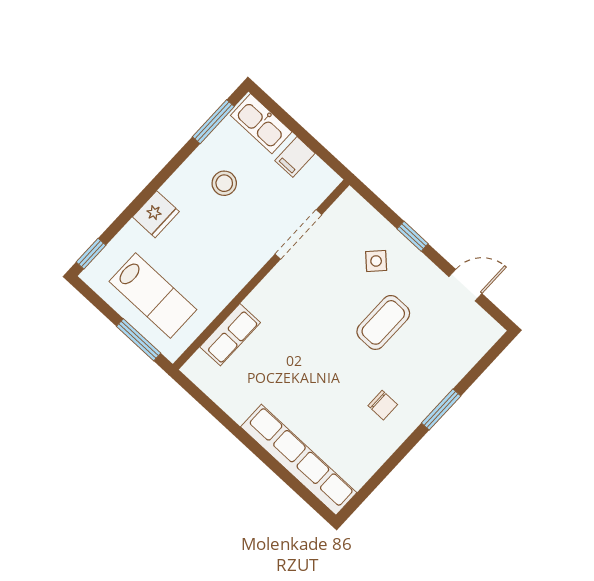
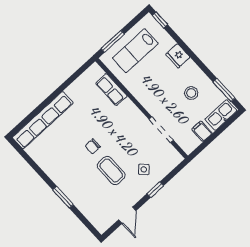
chair: (383, 405) -> (93, 146), moved

